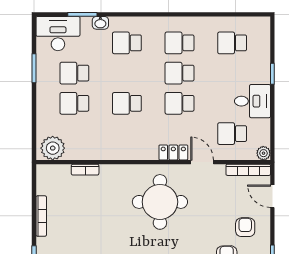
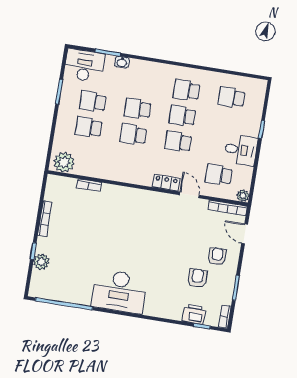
school desk: (127, 43) -> (138, 109), moved
round table: (160, 202) -> (148, 223), removed

